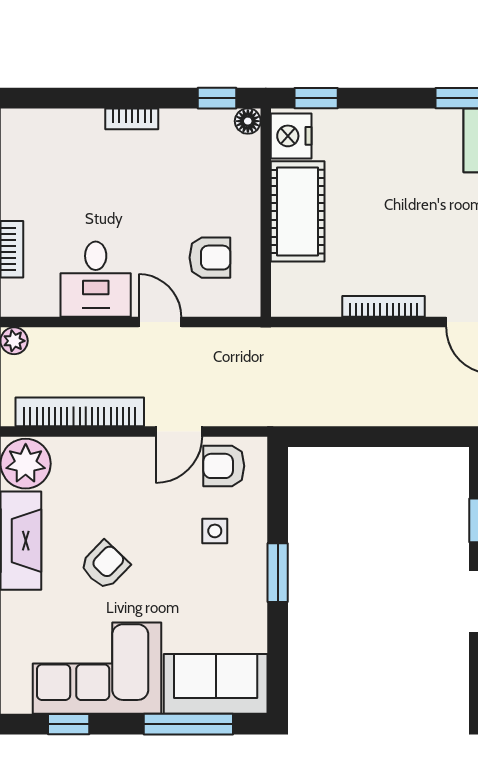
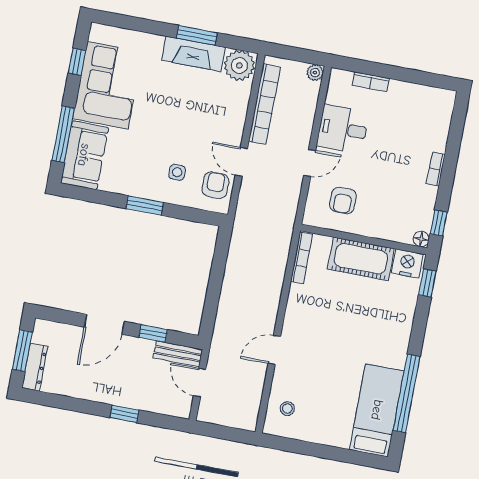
bookcase: (383, 306) -> (301, 258), moved
armchair: (105, 565) -> (169, 102), removed

